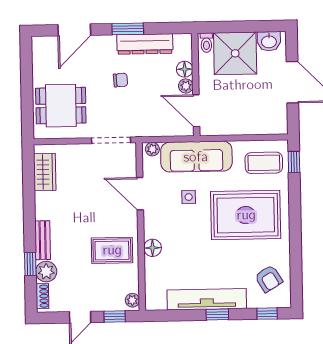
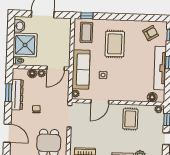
window: (128, 29) -> (9, 93), moved
rug: (246, 215) -> (115, 44), width x0.73, depth x0.69
floor lamp: (153, 248) -> (152, 97), moved

